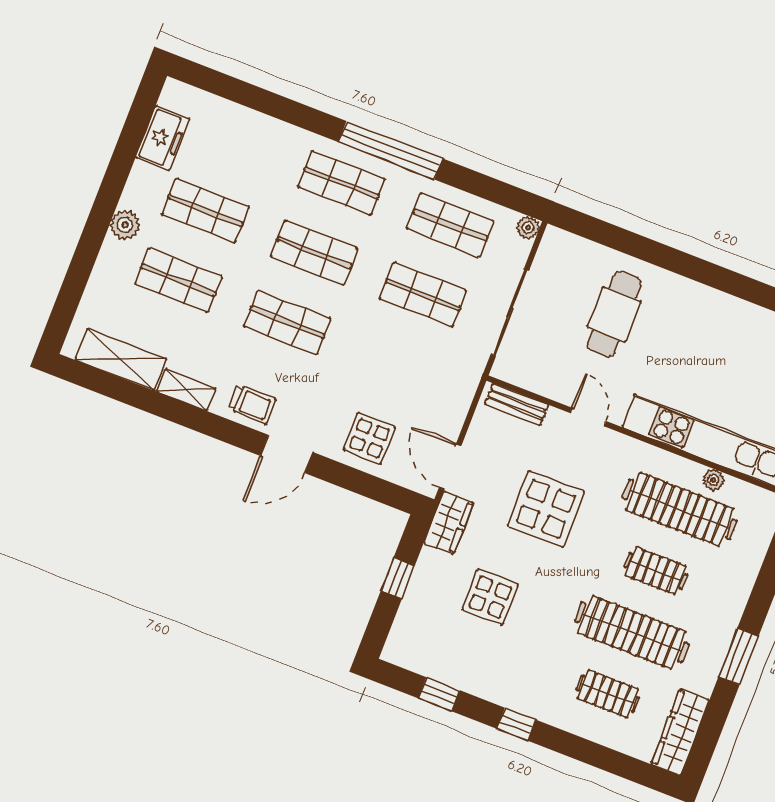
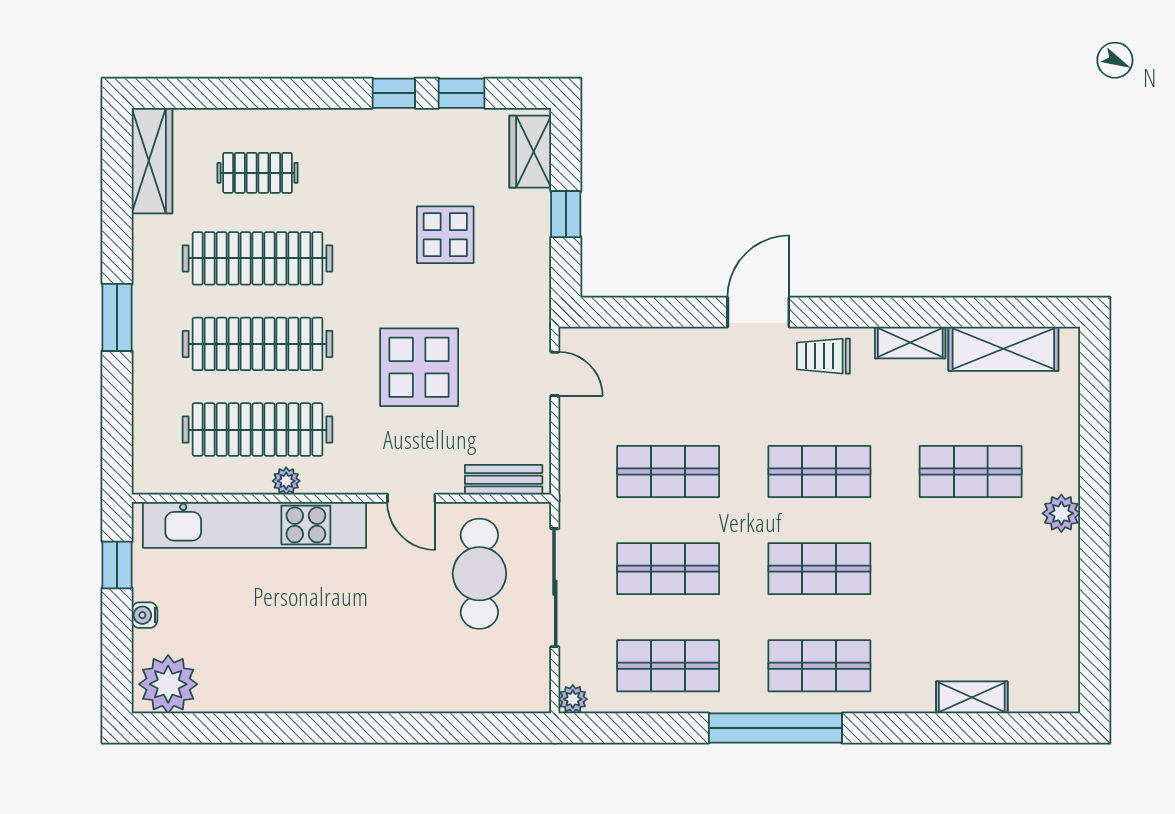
shelving: (241, 118) -> (972, 697), added
freezer: (162, 138) -> (1057, 636), removed
shop shelf: (206, 210) -> (668, 472), moved
cafe table: (614, 314) -> (479, 574), moved
display table: (369, 438) -> (666, 370), removed
door: (450, 466) -> (555, 374), width x0.73
plant: (713, 480) -> (286, 481), moved
wardrobe: (449, 523) -> (530, 152), moved
clothes rail: (656, 571) -> (258, 344), width x1.86, depth x1.31
window: (739, 656) -> (117, 317), moved
window: (516, 724) -> (394, 93), moved

